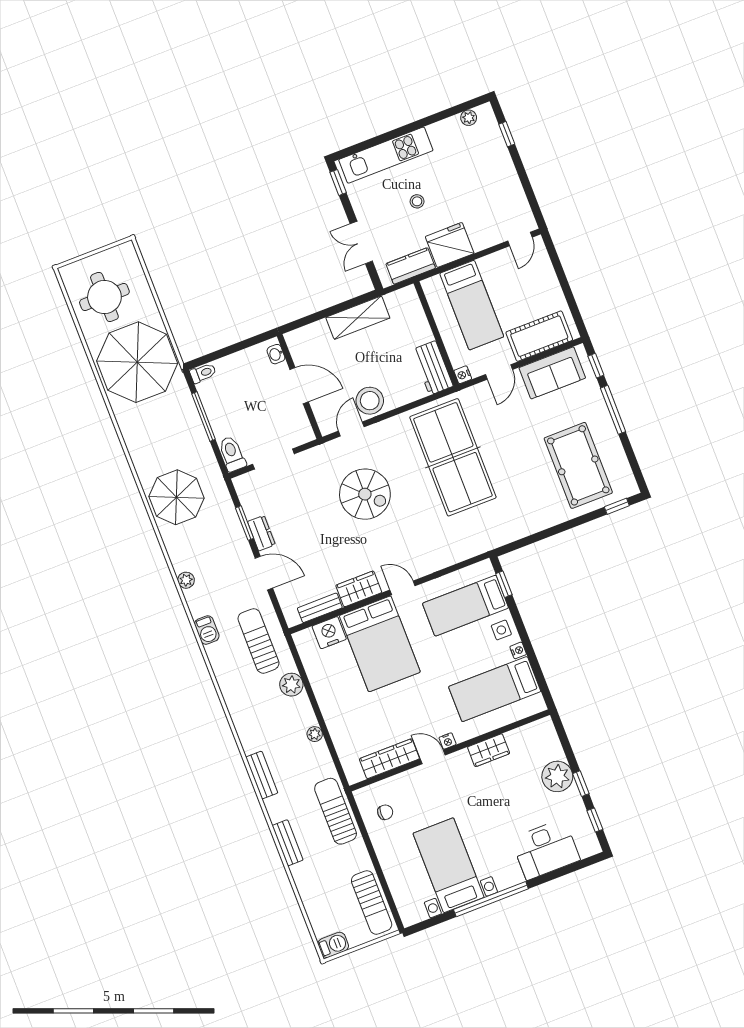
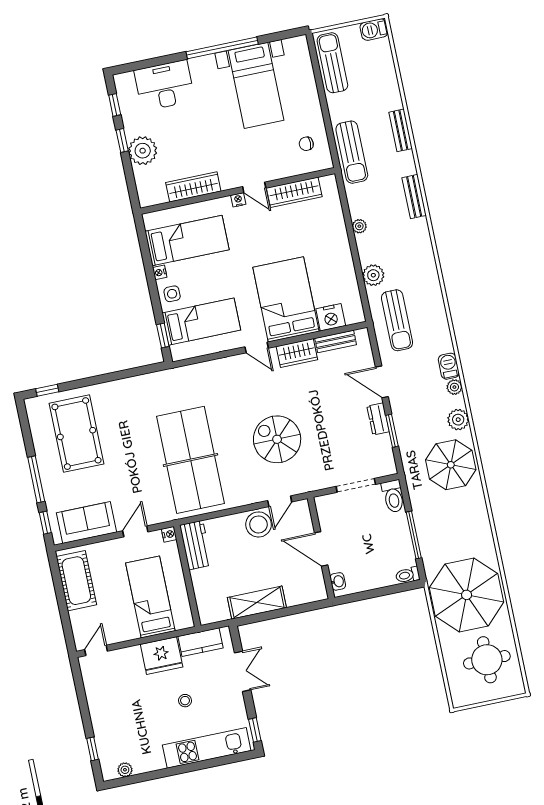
cot: (539, 336) -> (76, 581), moved, turned 90
plant: (176, 546) -> (458, 420), added
barbecue: (207, 630) -> (449, 366), moved
wardrobe: (489, 750) -> (193, 187), width x1.50

